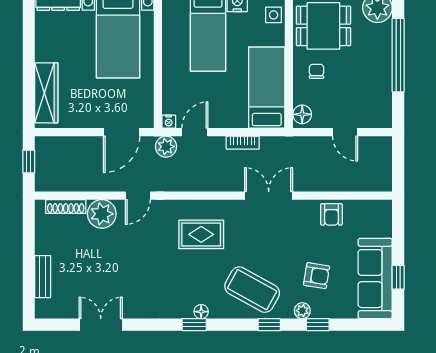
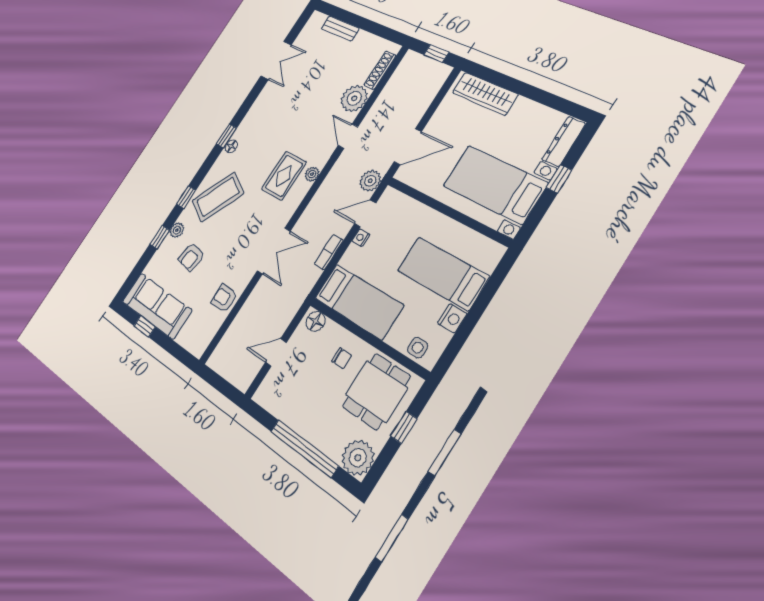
nightstand: (169, 122) -> (361, 238), moved
door: (122, 132) -> (408, 147), swing flipped
door: (195, 132) -> (365, 213), swing flipped
plant: (187, 207) -> (312, 174), added

